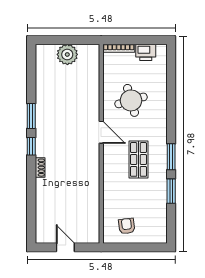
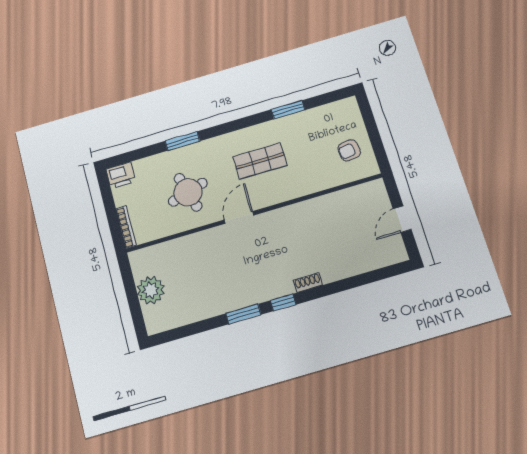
printer: (146, 52) -> (121, 175), moved, turned 90
window: (171, 157) -> (182, 141), moved

